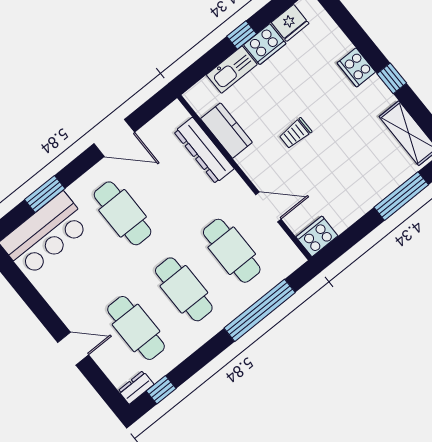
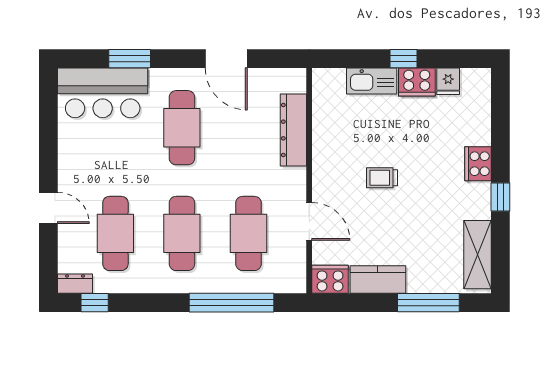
fridge: (290, 23) -> (448, 81), width x0.72
kitchen counter: (226, 131) -> (378, 279), moved, turned -90

